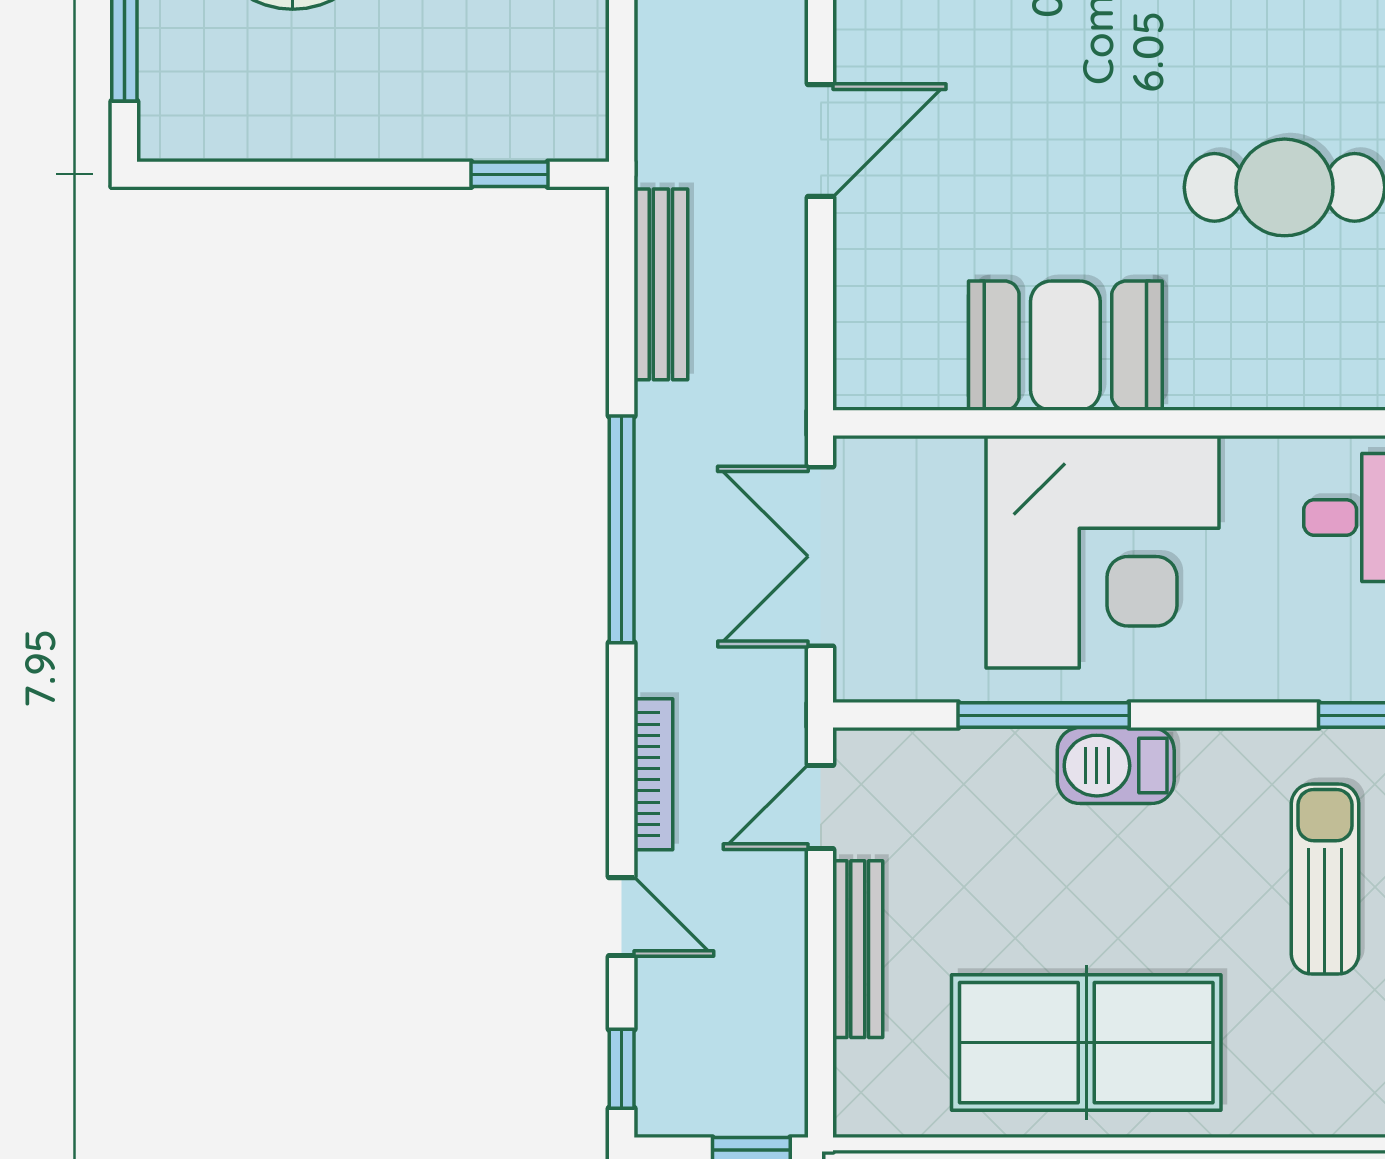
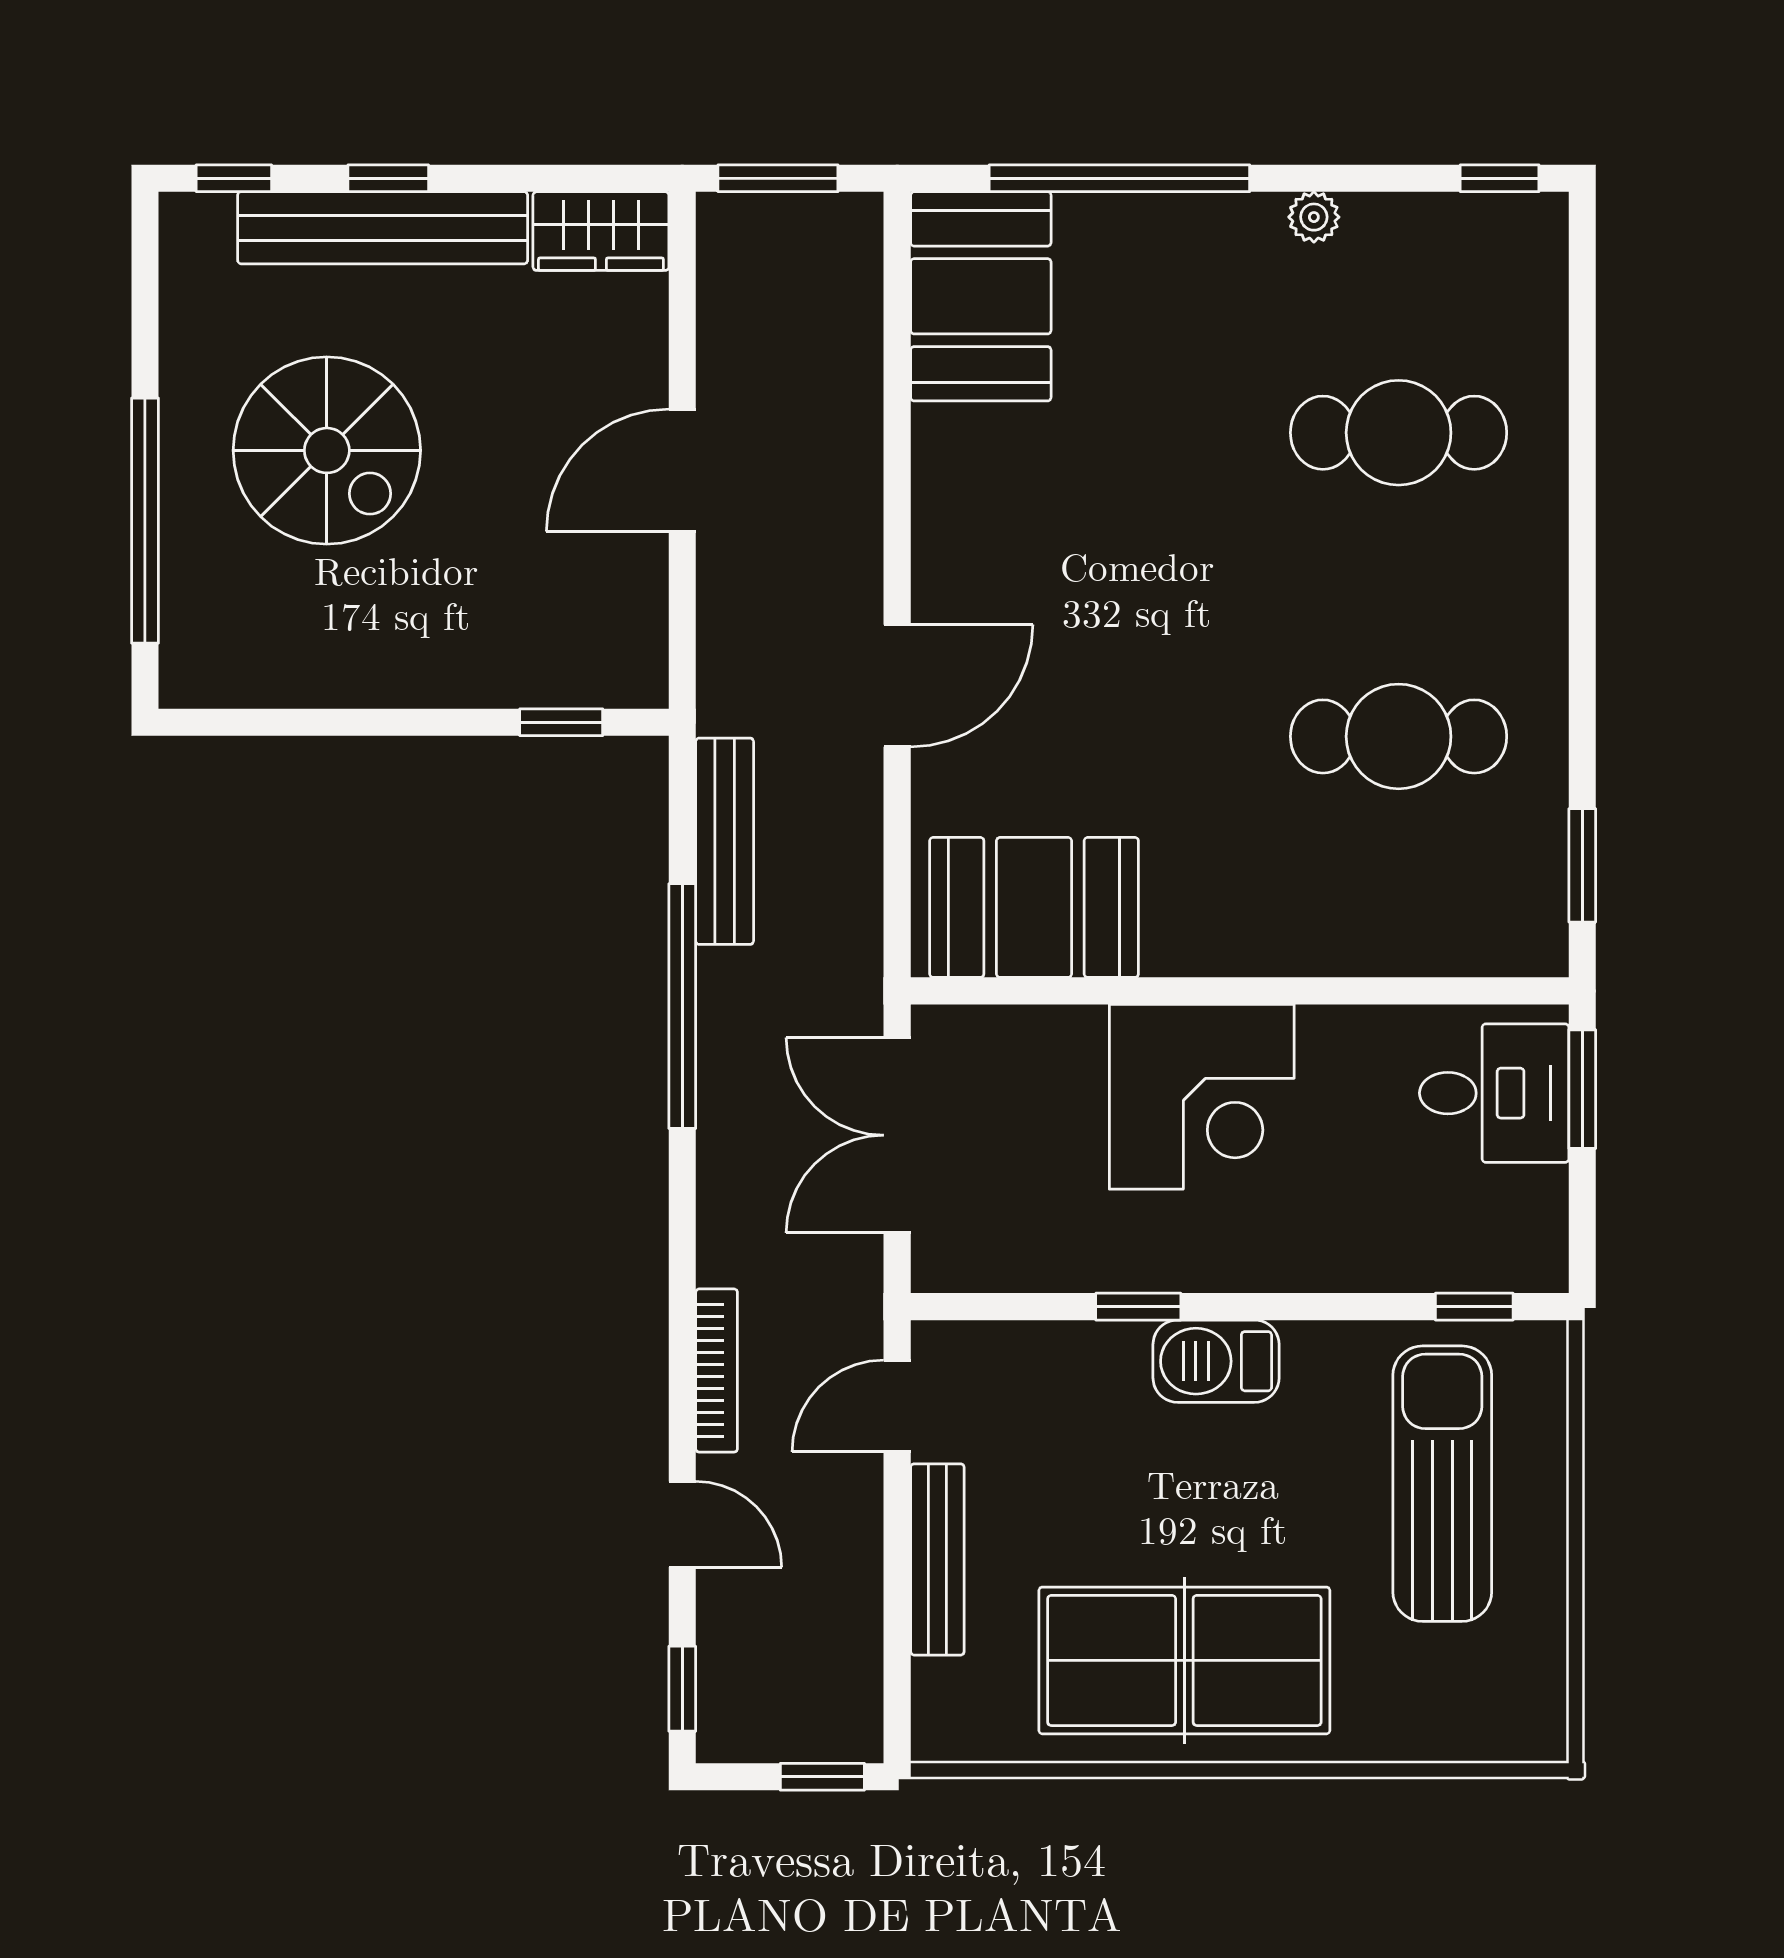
booth: (1065, 346) -> (1034, 907), moved
window: (622, 529) -> (682, 1006), moved
corner desk: (1102, 552) -> (1202, 1097), width x0.74, depth x0.74
window: (1044, 715) -> (1138, 1307), width x0.46
sun lounger: (1325, 879) -> (1442, 1484), width x1.36, depth x1.34

